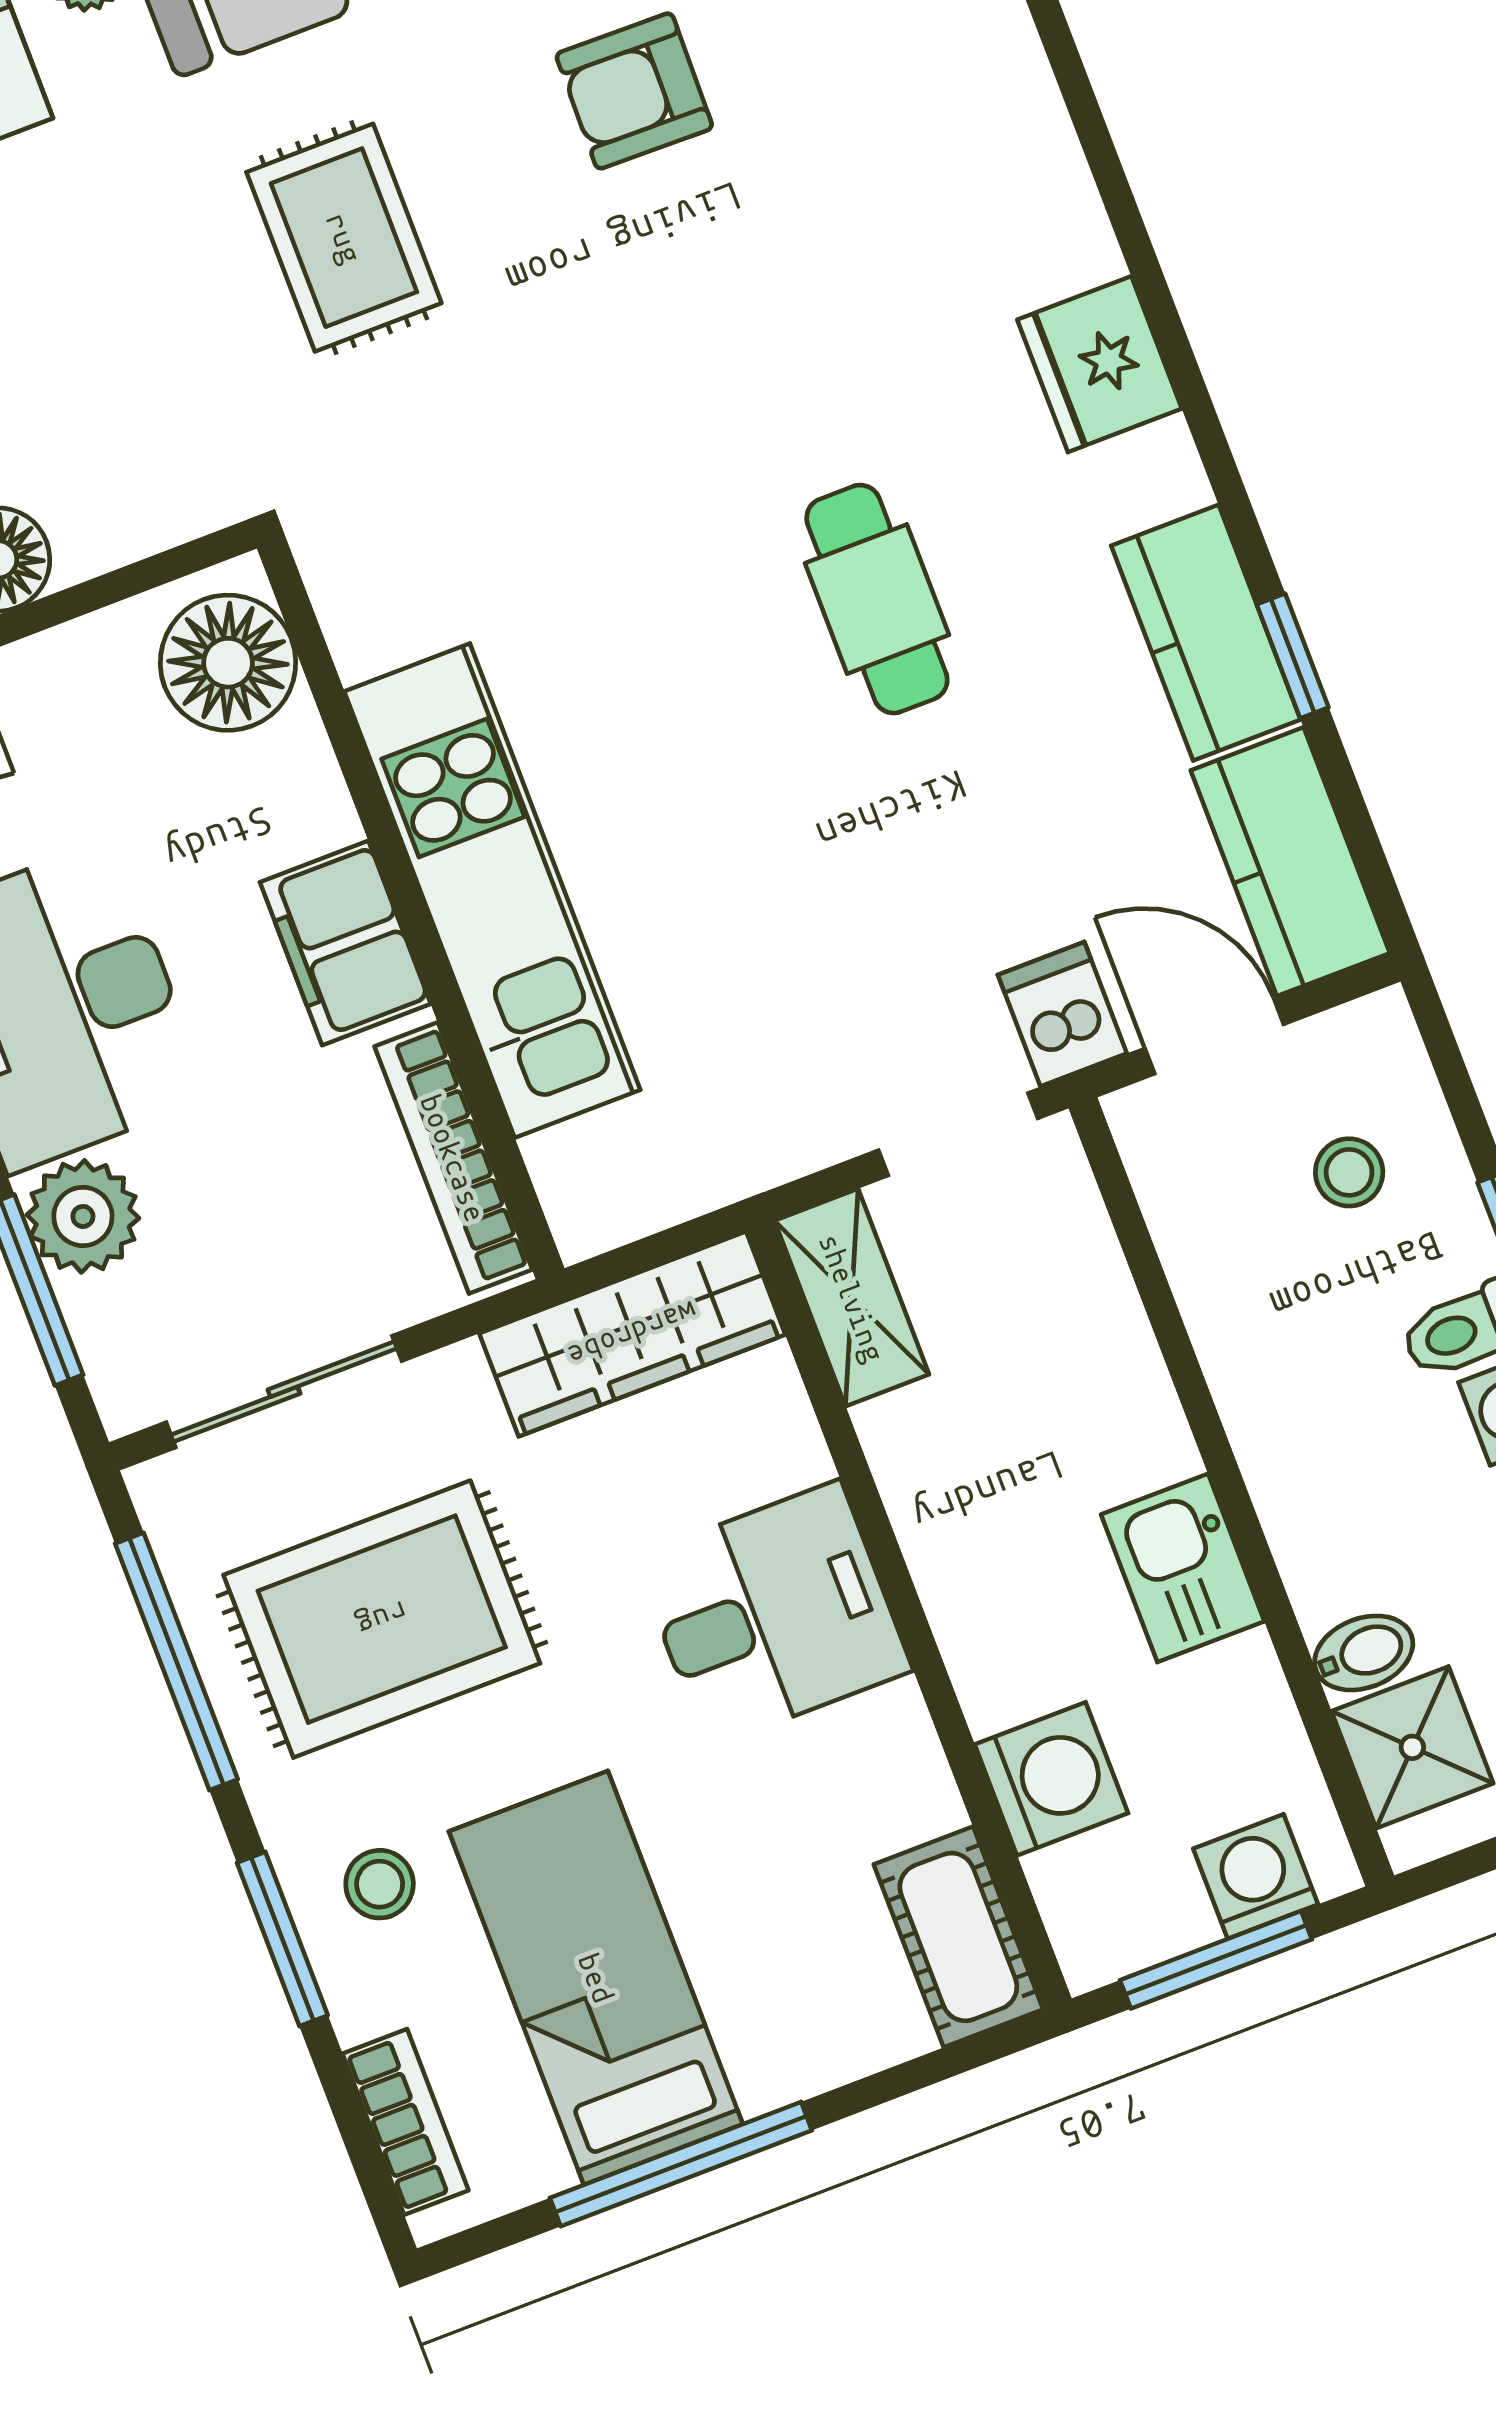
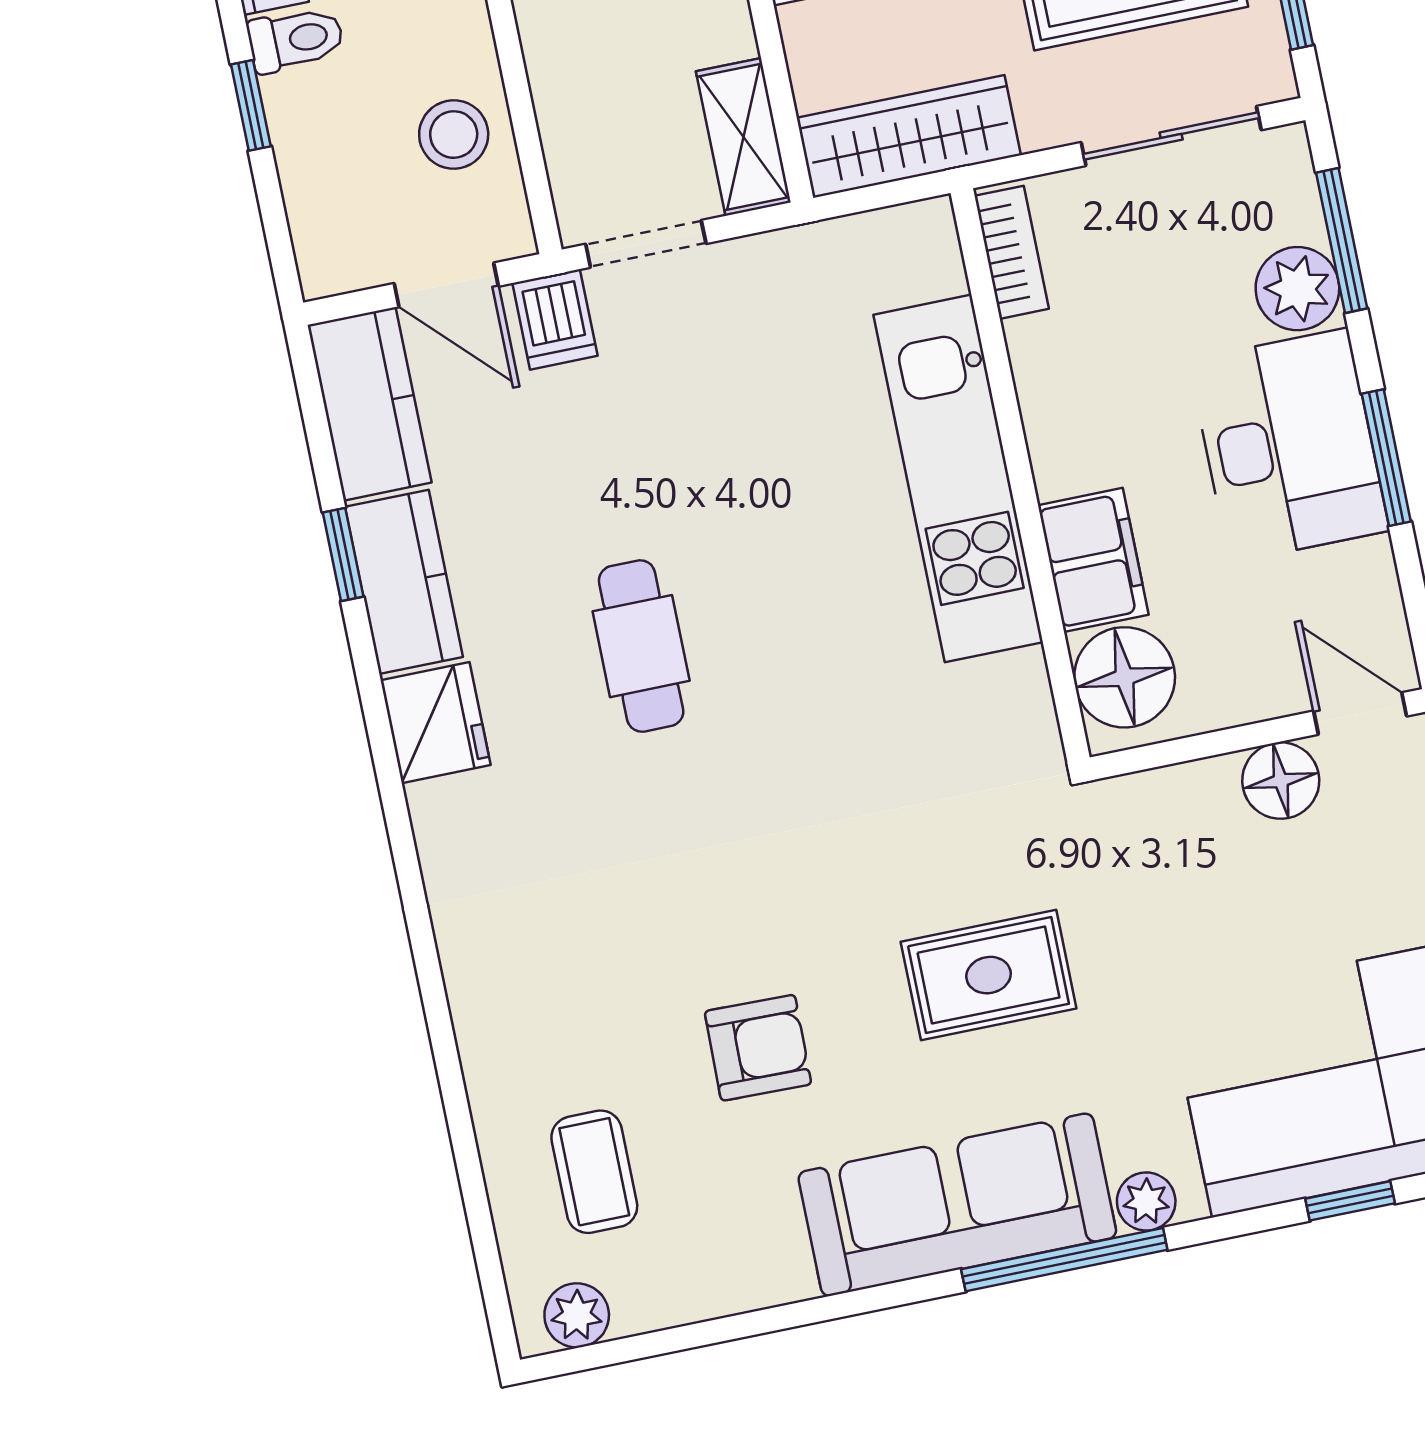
rug: (344, 238) -> (989, 975), turned 90
fridge: (1100, 364) -> (435, 723), moved
filing cabinet: (345, 943) -> (1093, 560), moved
bookcase: (453, 1158) -> (1012, 252), width x0.64
stool: (1349, 1172) -> (454, 135), moved, width x1.37, depth x1.37

